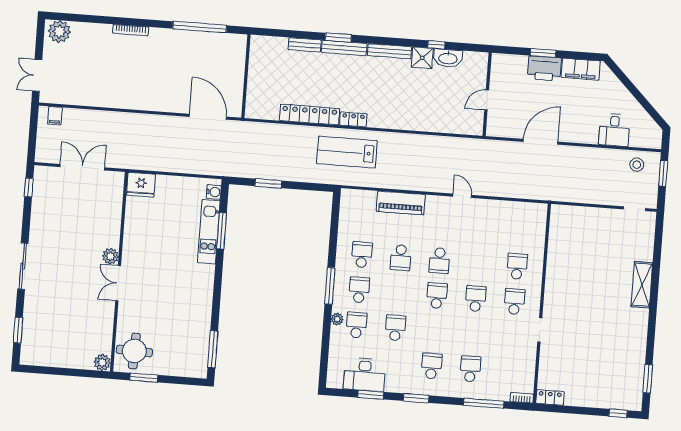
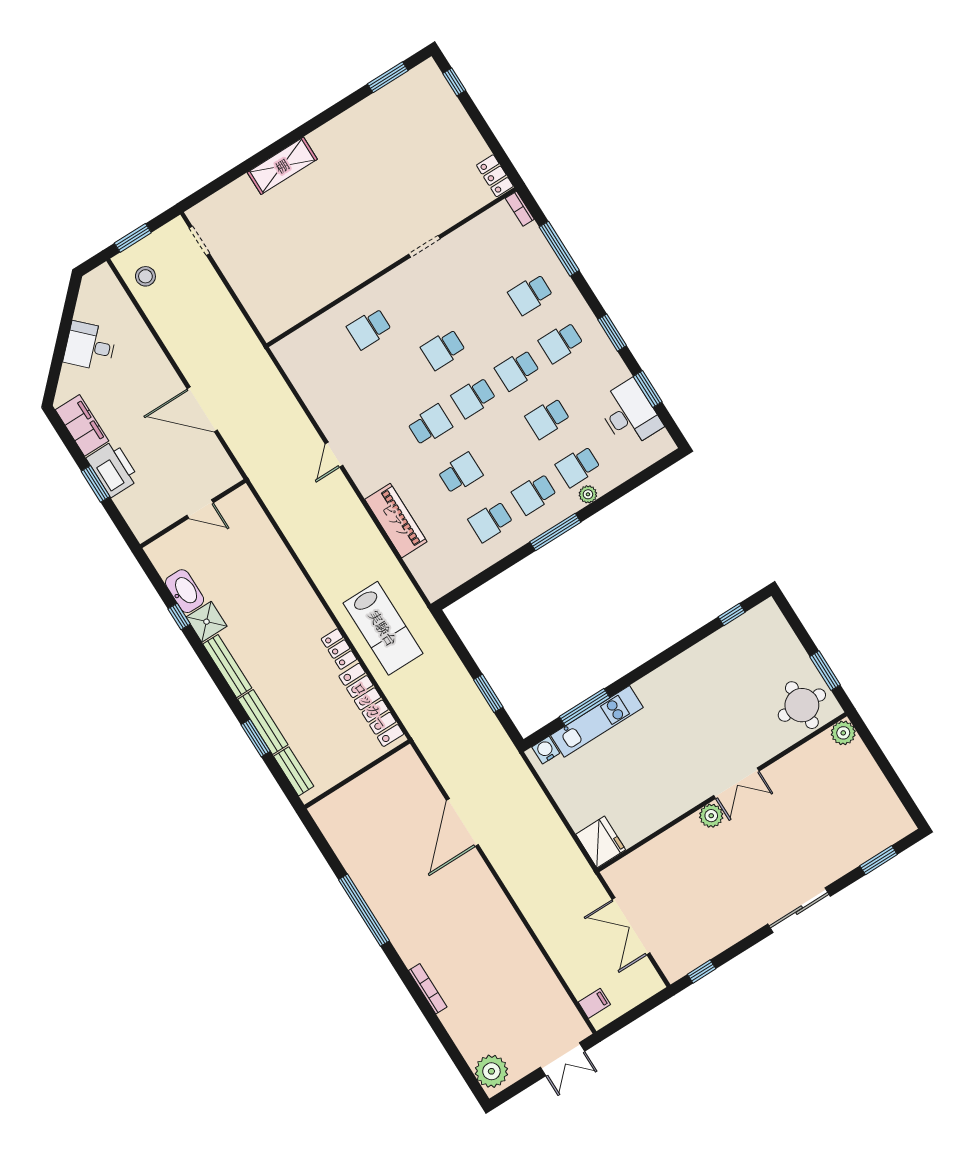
wall: (246, 76) -> (357, 774), moved
desk: (614, 130) -> (90, 346), moved, turned -135
school desk: (514, 301) -> (517, 370), moved
window: (213, 349) -> (732, 614), width x0.46

